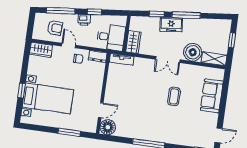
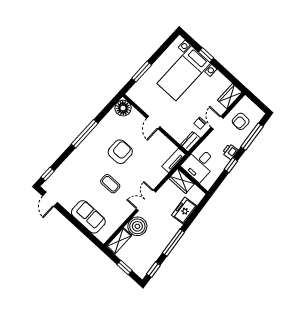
window: (157, 14) -> (153, 270), moved
freezer: (171, 25) -> (184, 211), moved
door: (69, 46) -> (217, 123), swing flipped
armchair: (144, 106) -> (120, 152), added
door: (101, 110) -> (153, 122), moved

